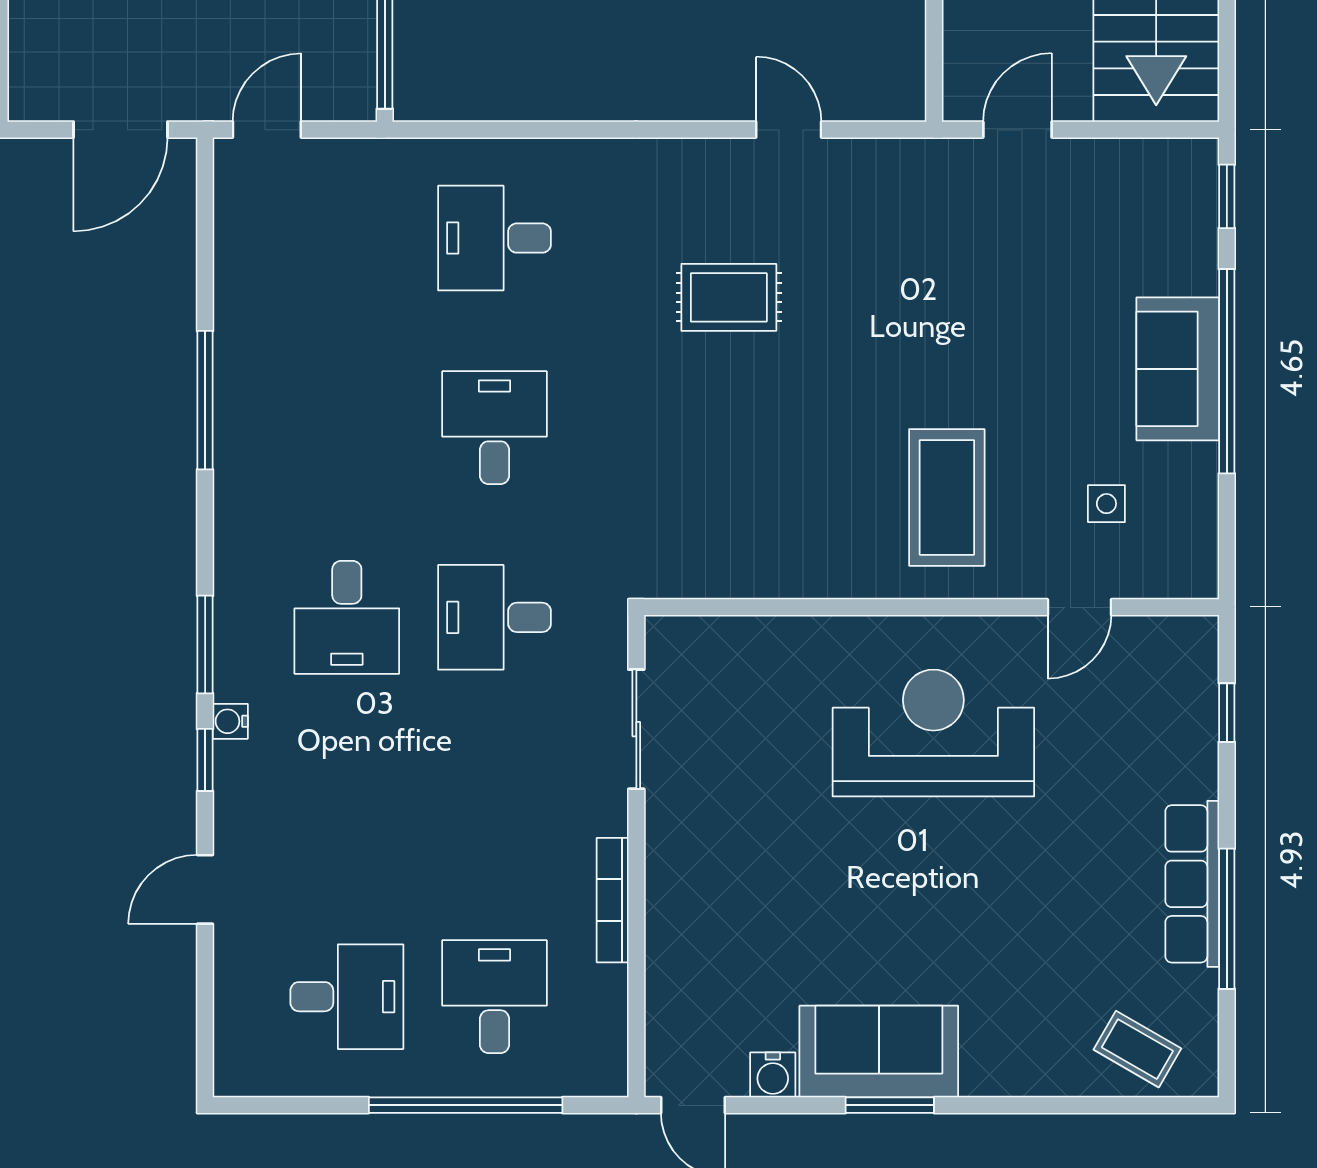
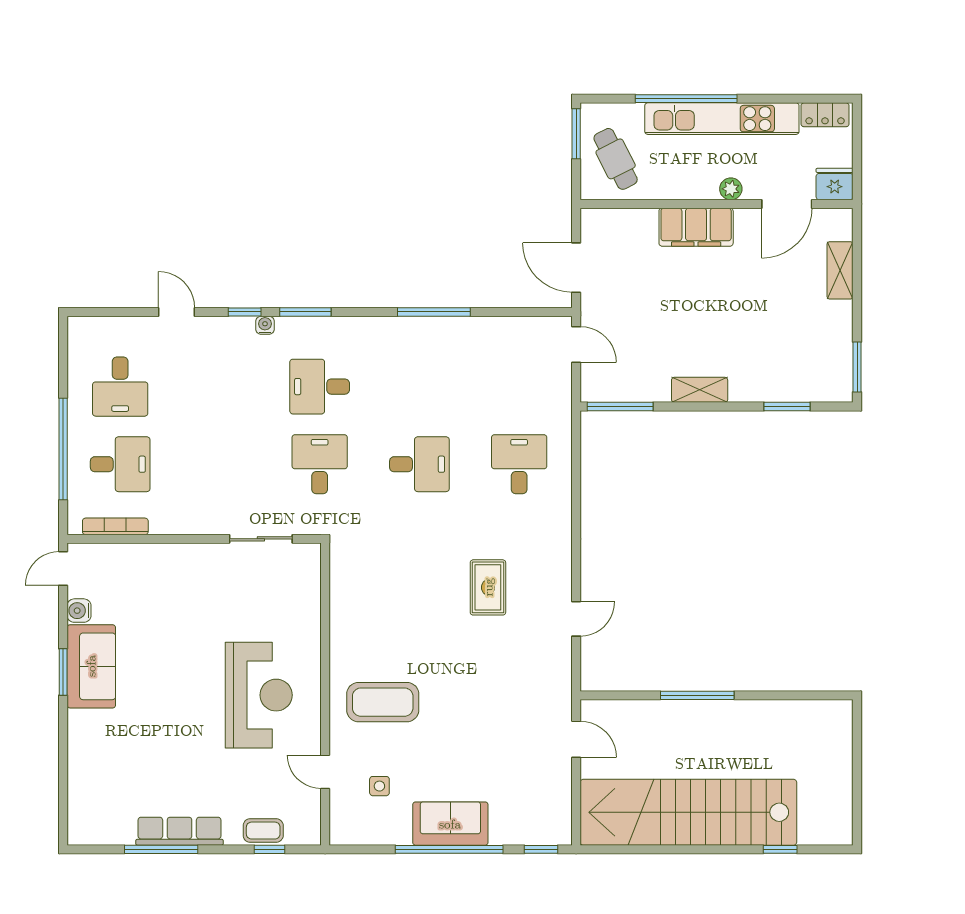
bookcase: (613, 900) -> (115, 526), moved
coffee table: (1137, 1049) -> (263, 831), moved, turned 60

